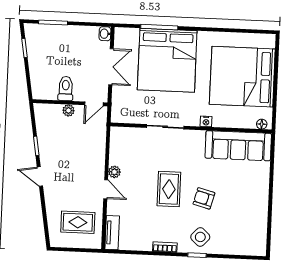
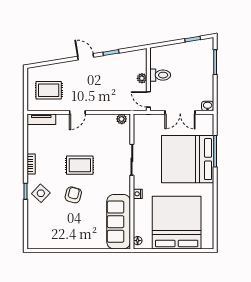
plant: (114, 172) -> (122, 119), moved
door: (40, 177) -> (86, 57), hinge flipped
rug: (78, 222) -> (49, 90), turned 90

